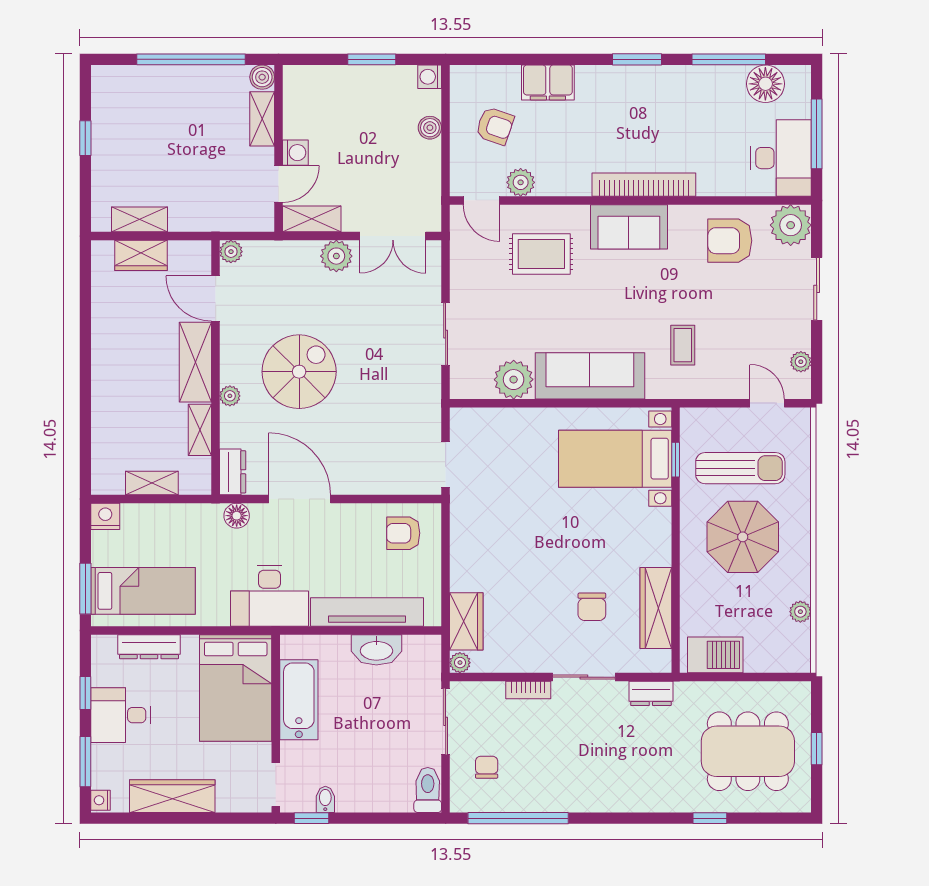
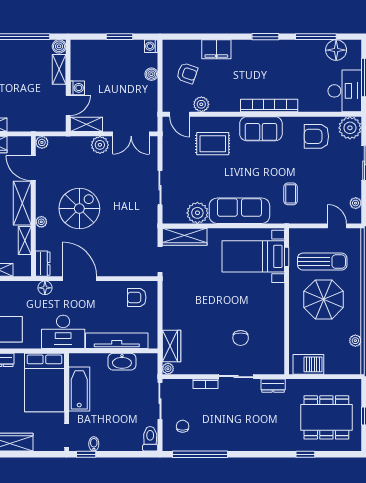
wardrobe: (656, 608) -> (185, 237), moved, turned -90

